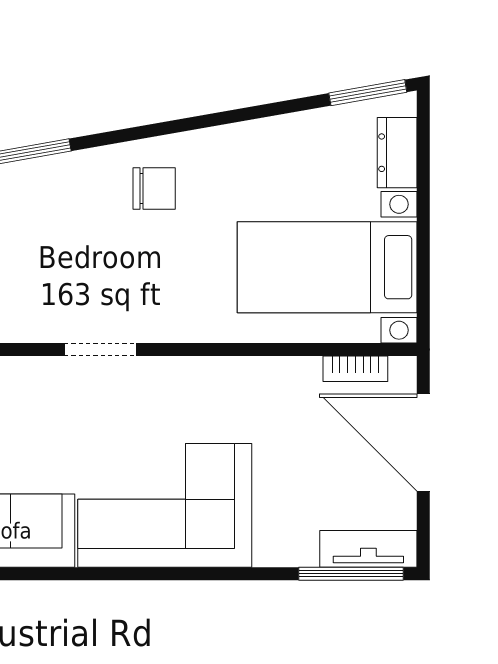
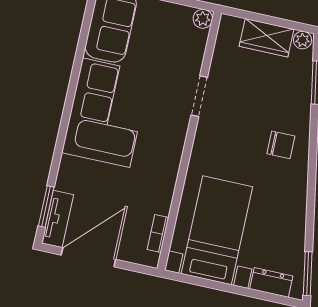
chair: (154, 188) -> (281, 145), turned -90
door: (423, 442) -> (88, 257), moved
window: (351, 574) -> (46, 206), width x0.69

